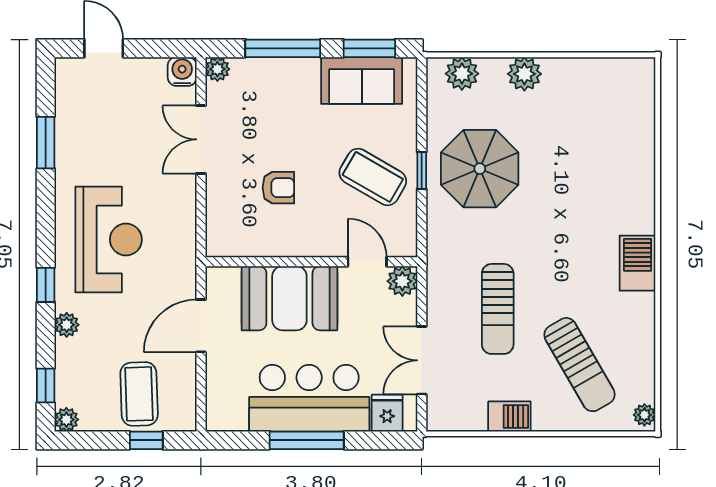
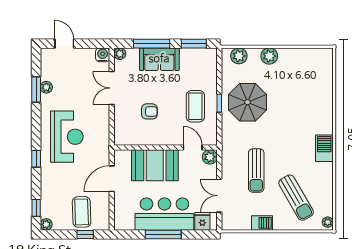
sofa: (362, 80) -> (159, 59), moved
coffee table: (373, 177) -> (195, 106), turned 60
plant: (67, 325) -> (46, 87), moved

